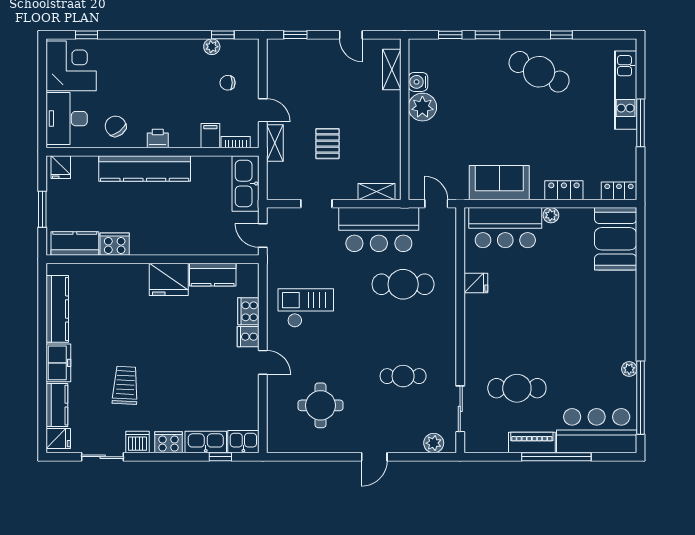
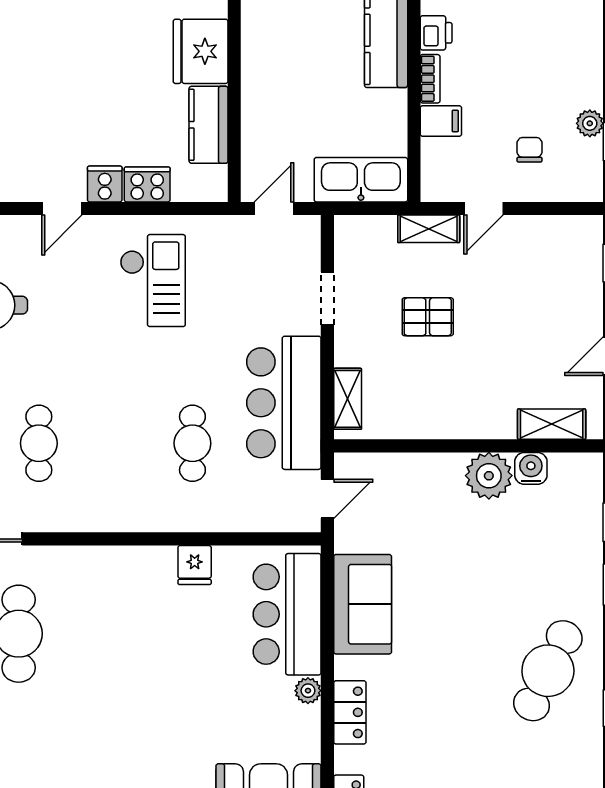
bookcase: (236, 142) -> (430, 79), moved
cafe table: (403, 284) -> (192, 443), width x0.73, depth x0.74

